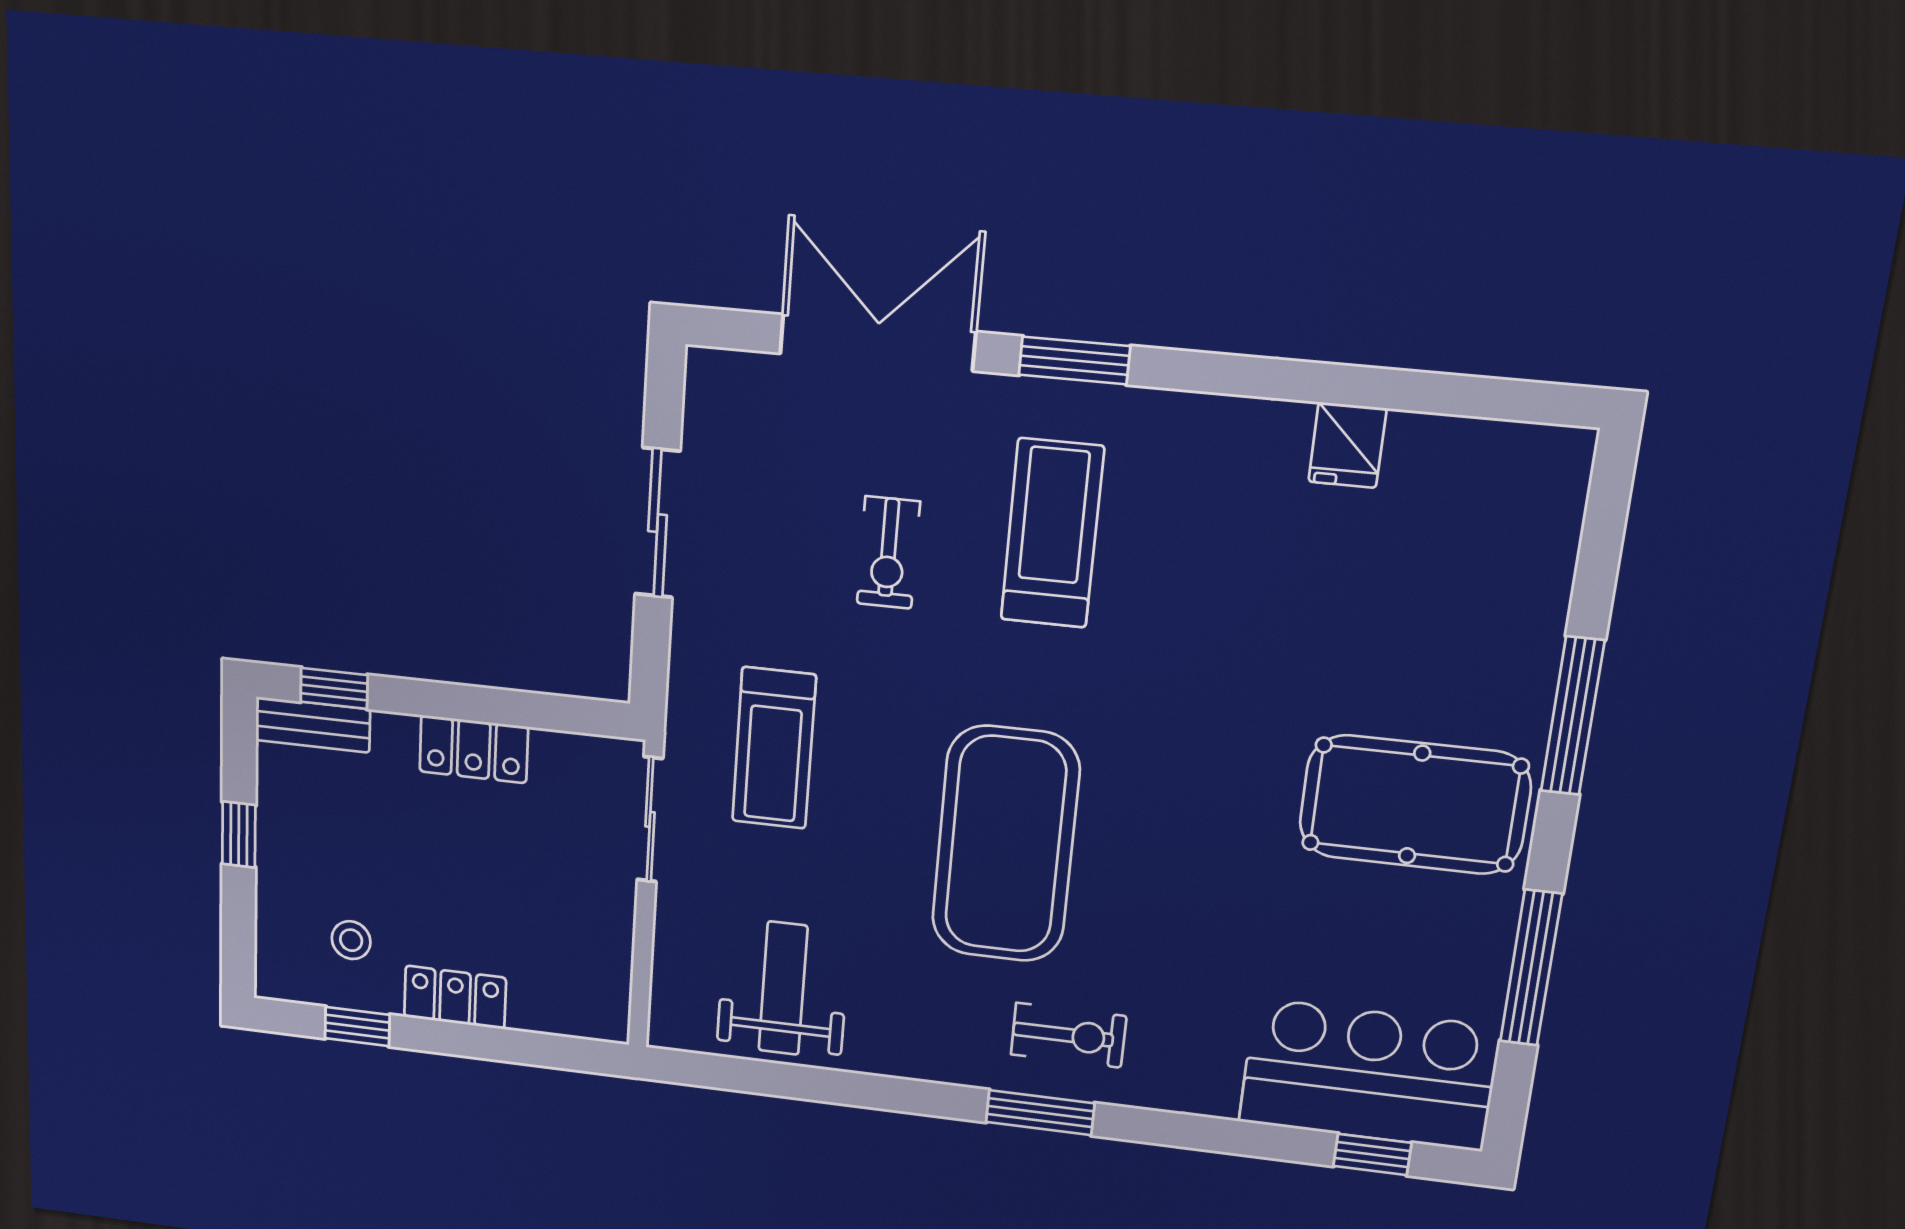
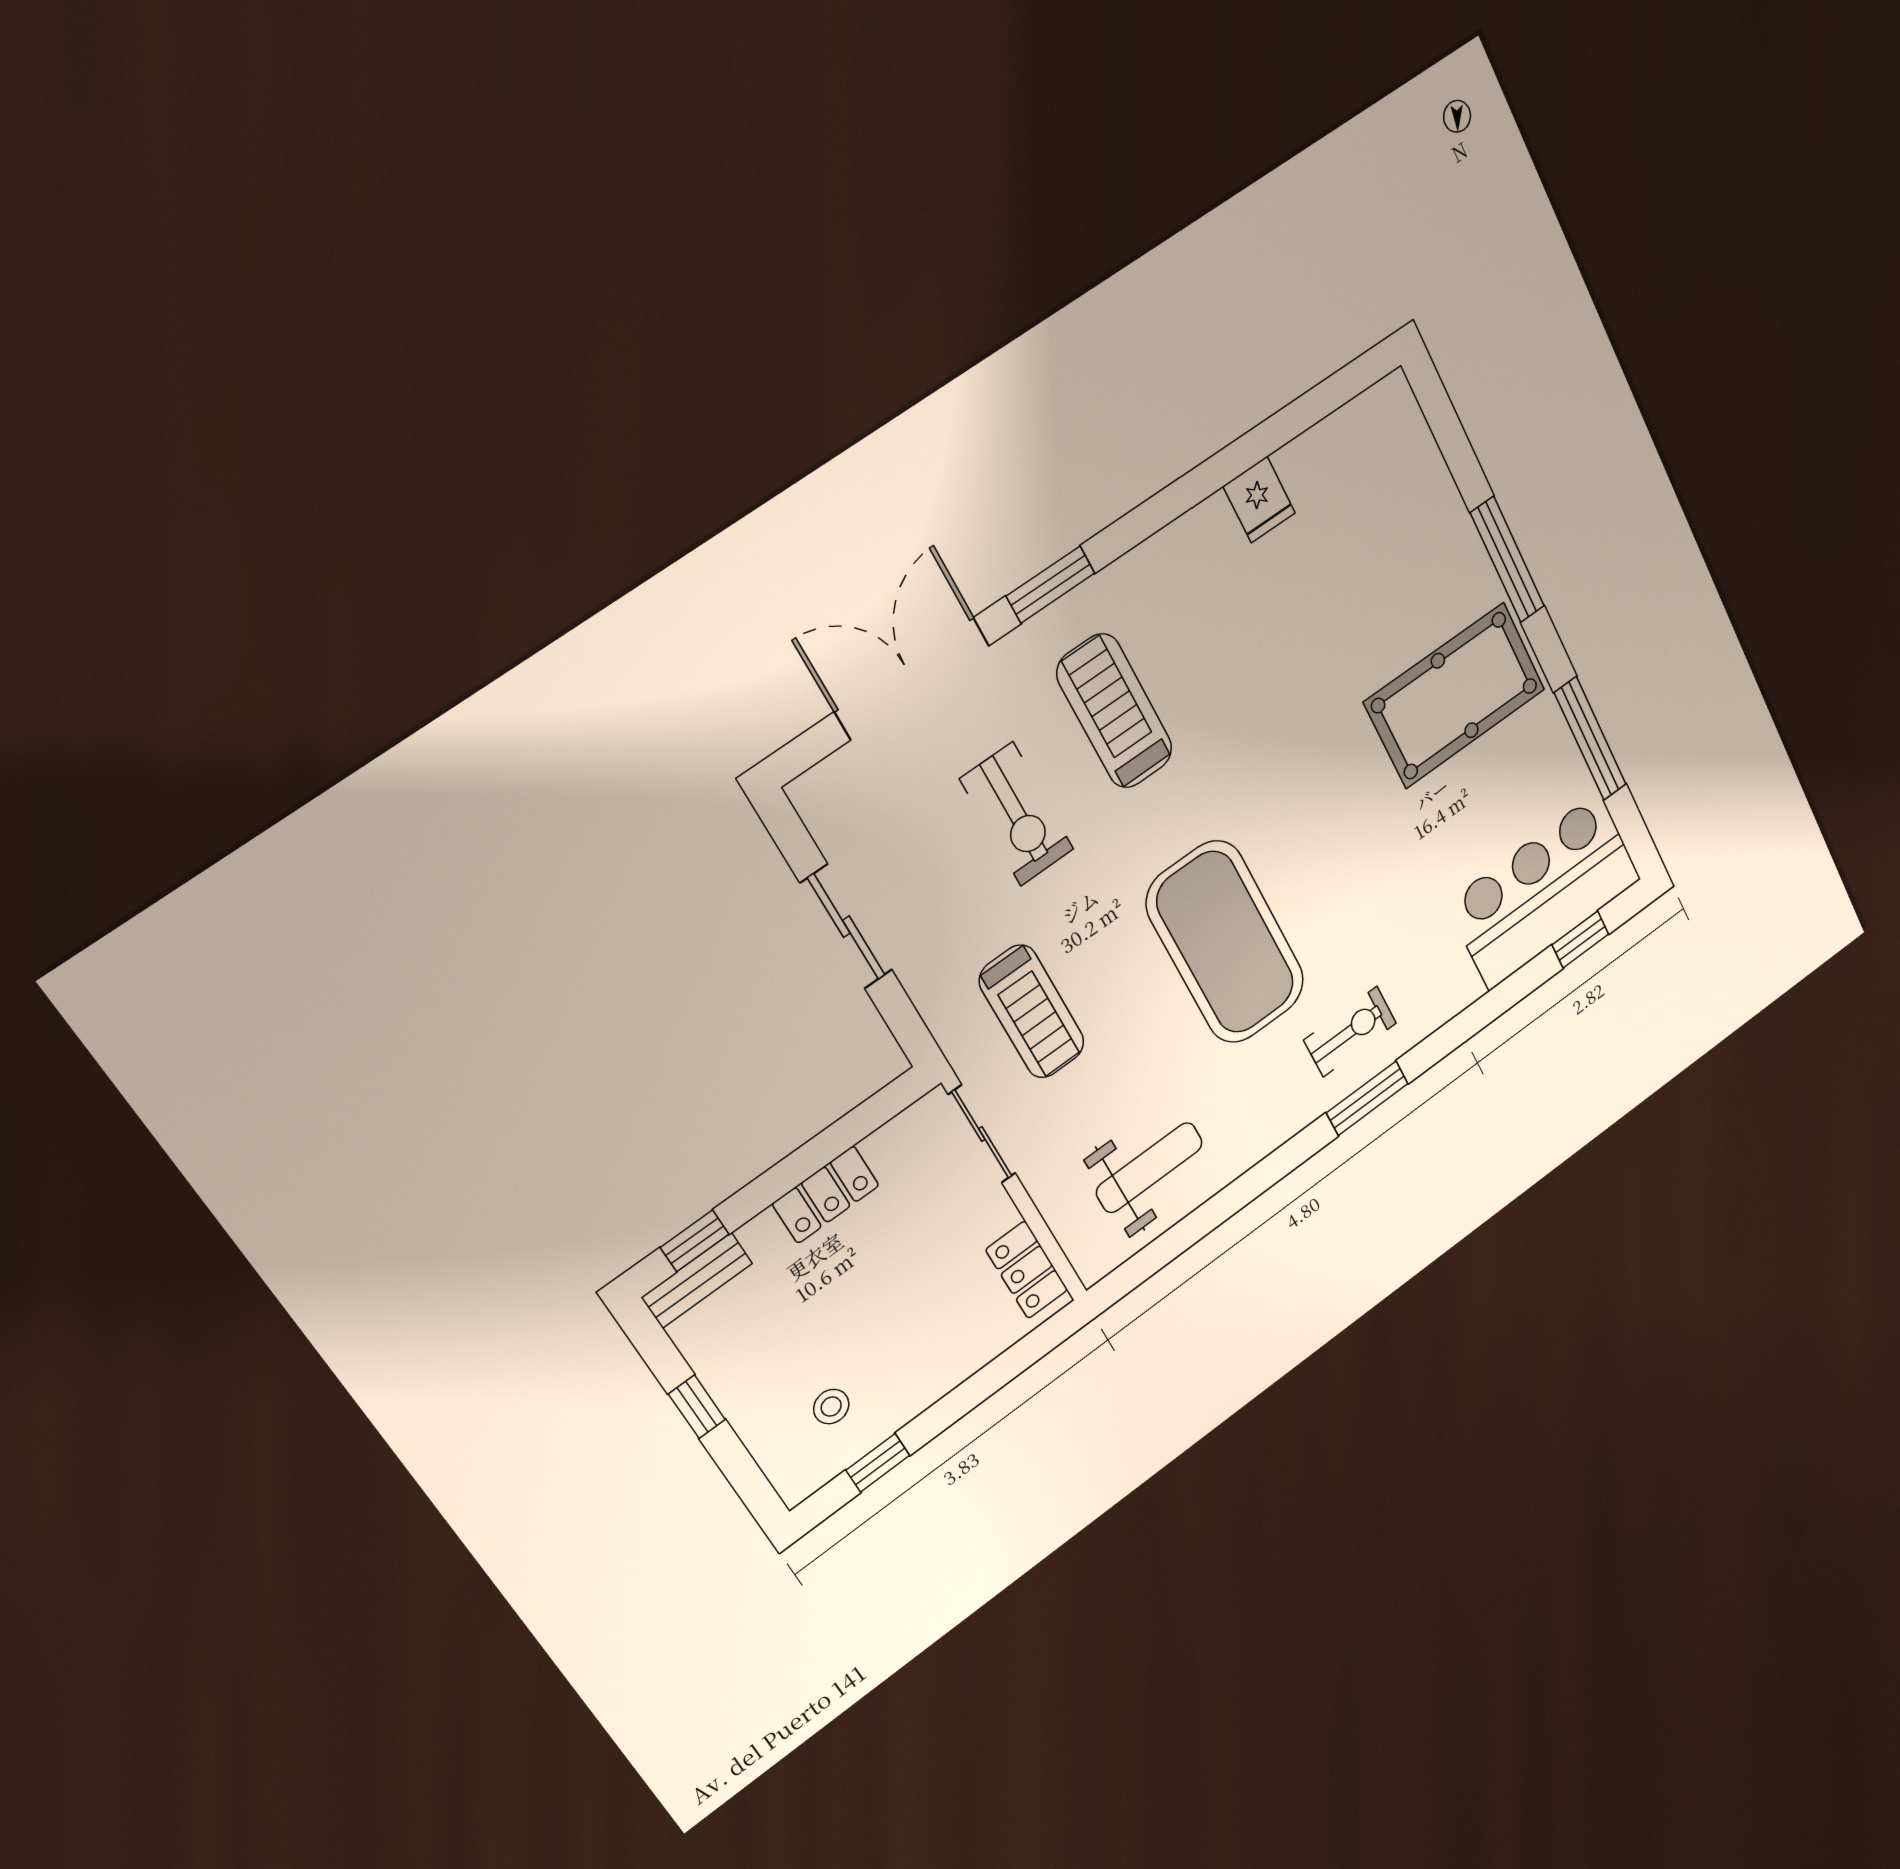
exercise bike: (888, 553) -> (1017, 814), width x1.38, depth x1.39
weight bench: (783, 988) -> (1149, 1168), turned 90
locker: (455, 997) -> (1027, 1270), moved, turned -90

